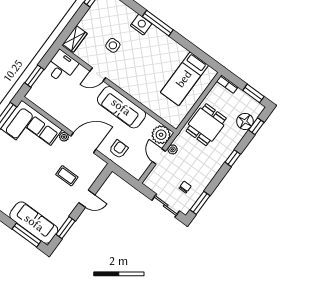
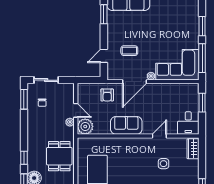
sofa: (121, 107) -> (126, 125), width x0.73
window: (233, 158) -> (24, 158), moved
door: (87, 199) -> (104, 56), moved

